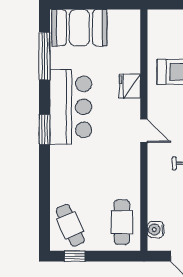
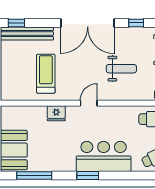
bar counter: (71, 107) -> (104, 156), moved

